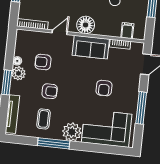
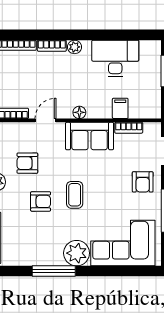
floor lamp: (86, 25) -> (79, 112), width x0.53, depth x0.53
filing cabinet: (127, 31) -> (120, 108), moved
armchair: (104, 88) -> (143, 182), moved
coffee table: (44, 119) -> (75, 195), moved

